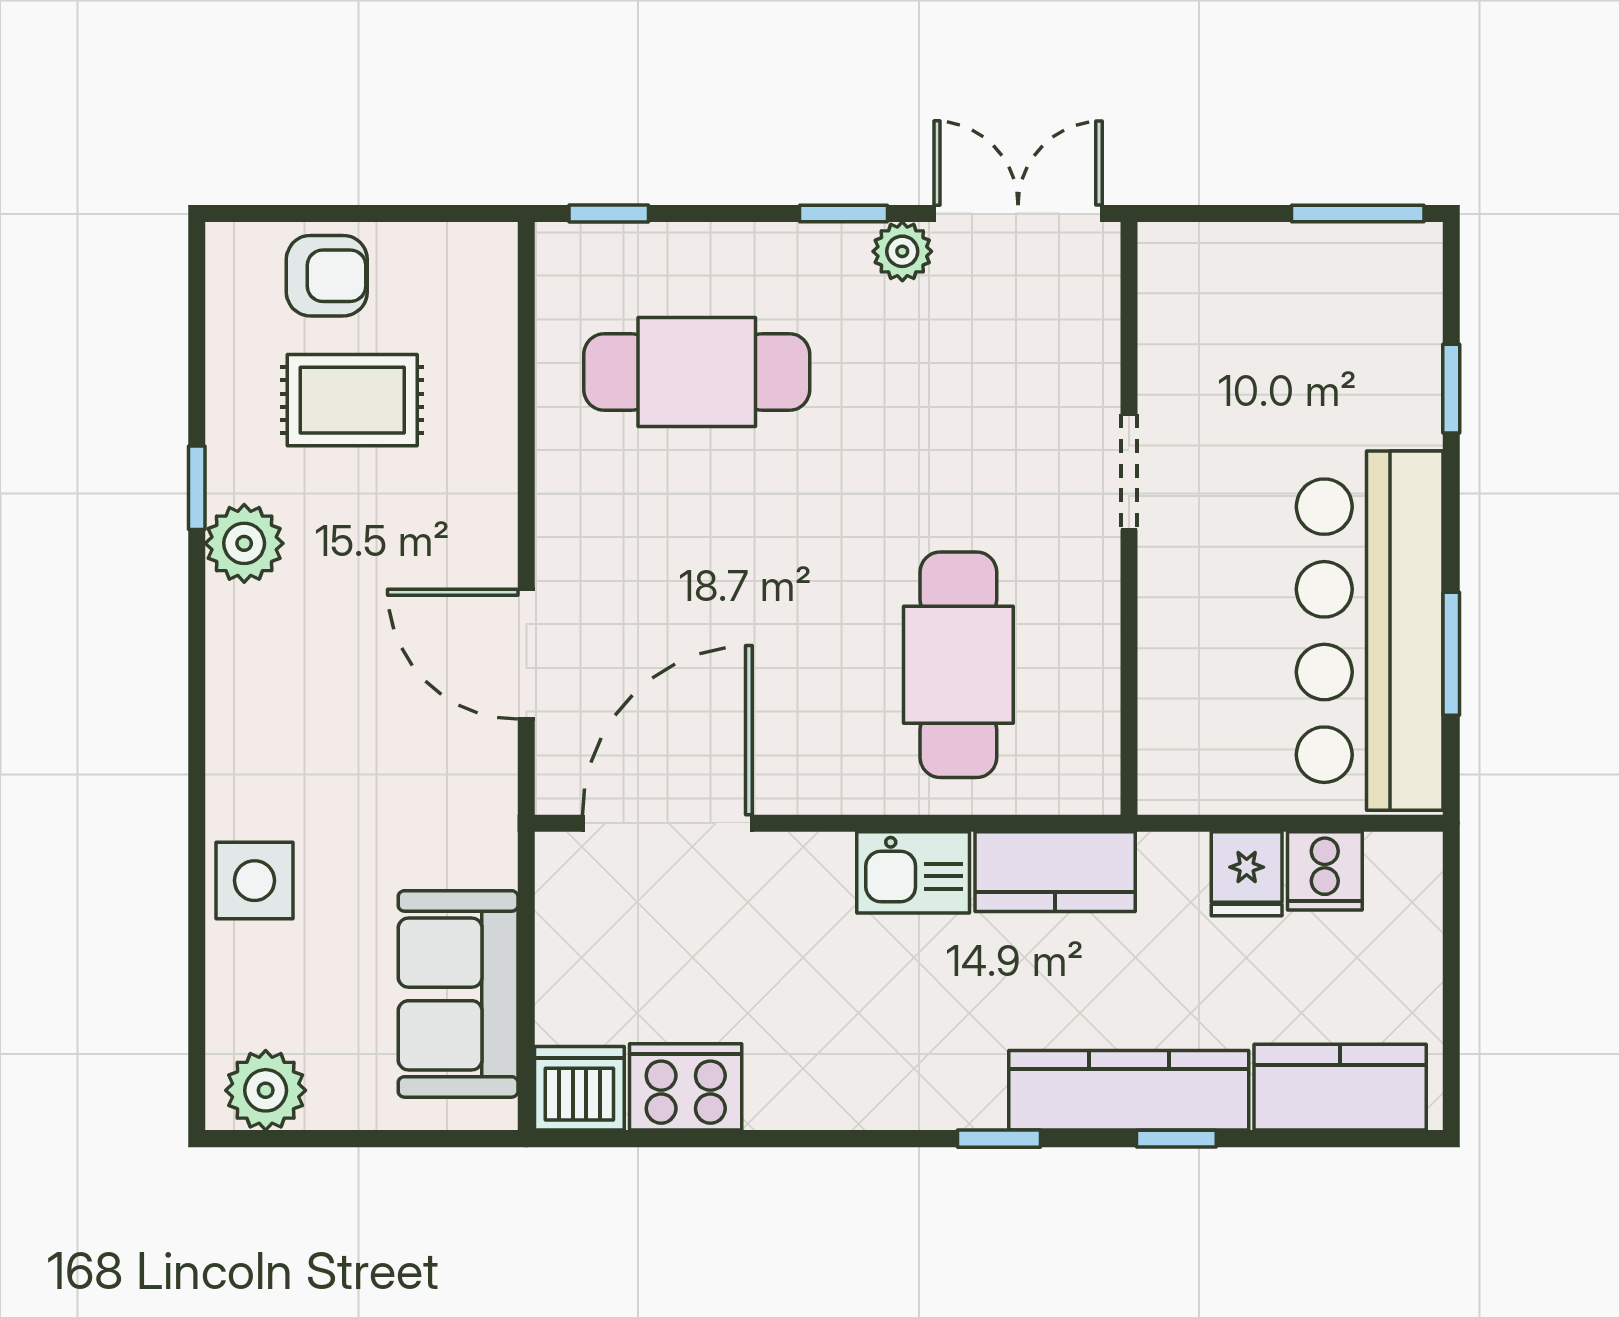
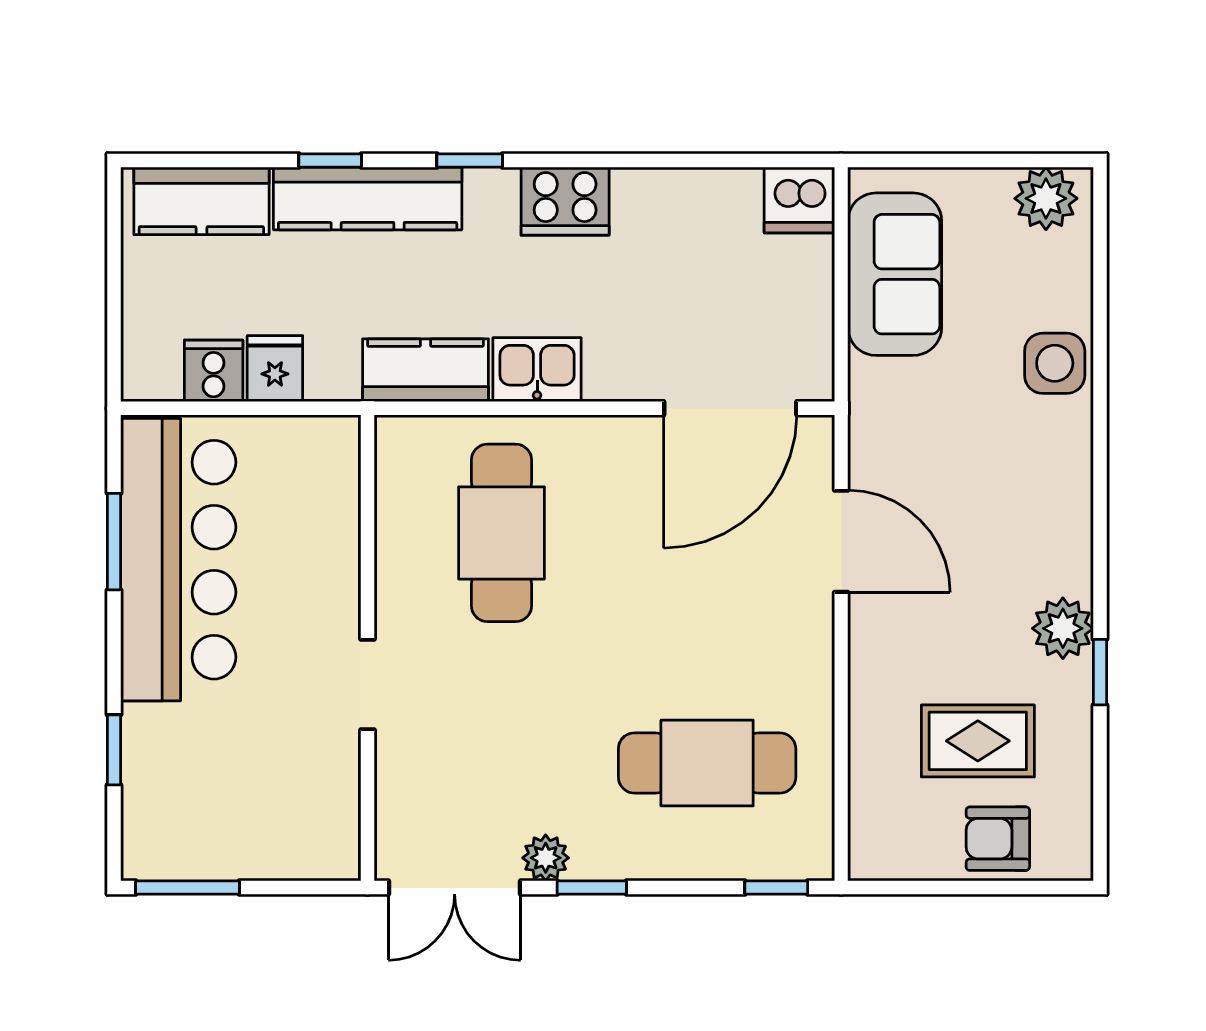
cooker: (686, 1087) -> (565, 201), moved

